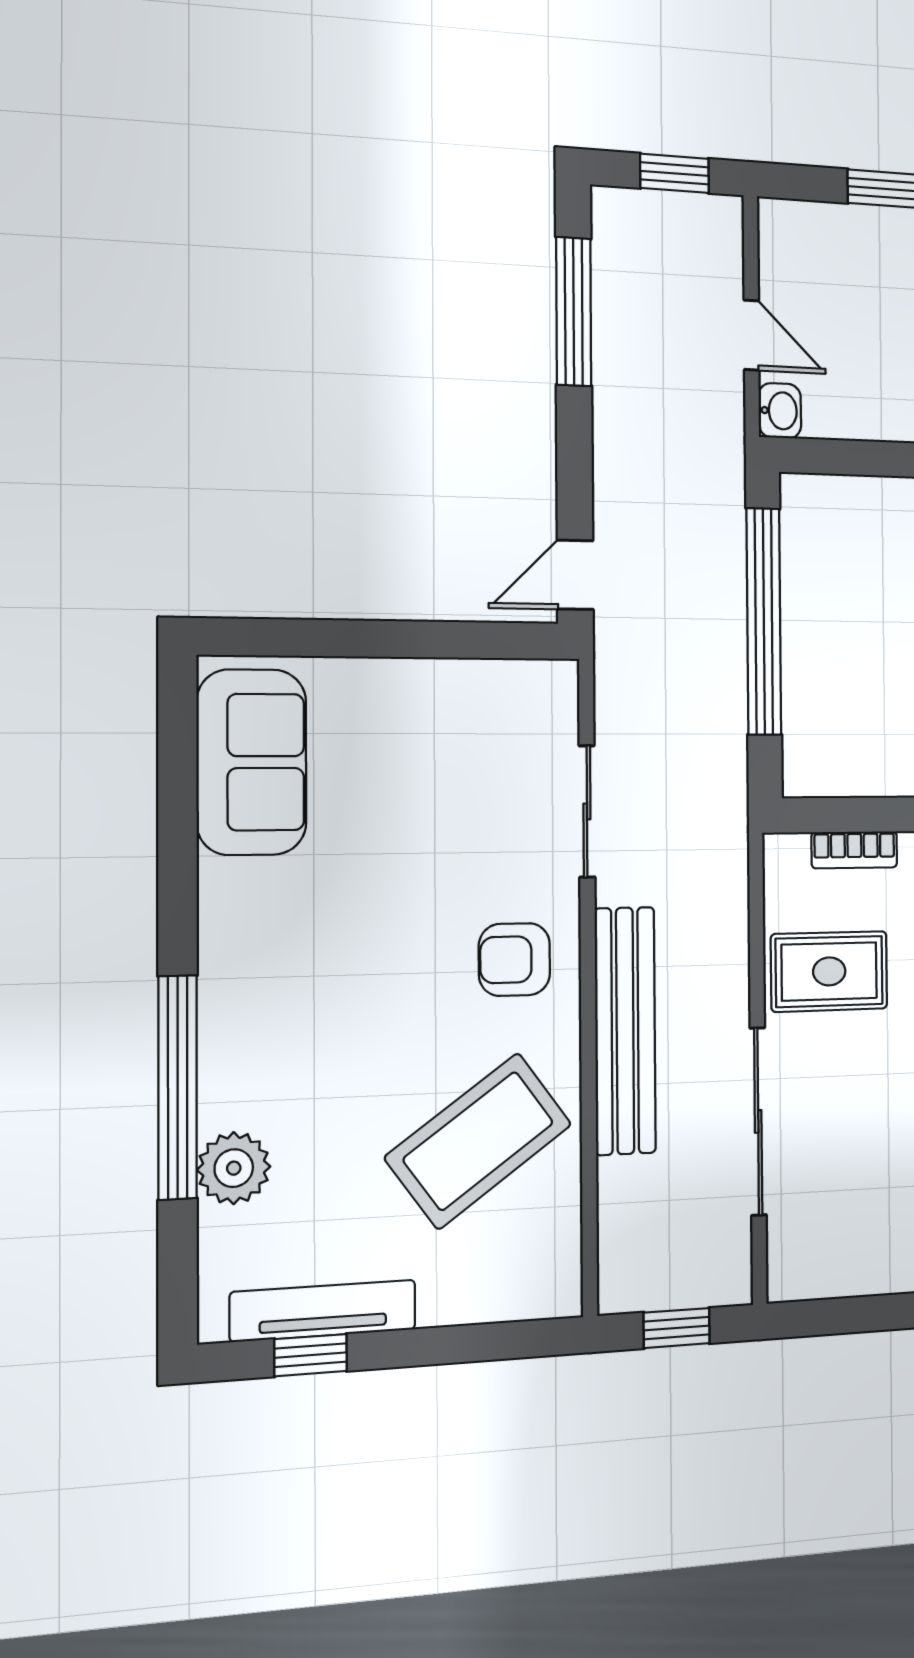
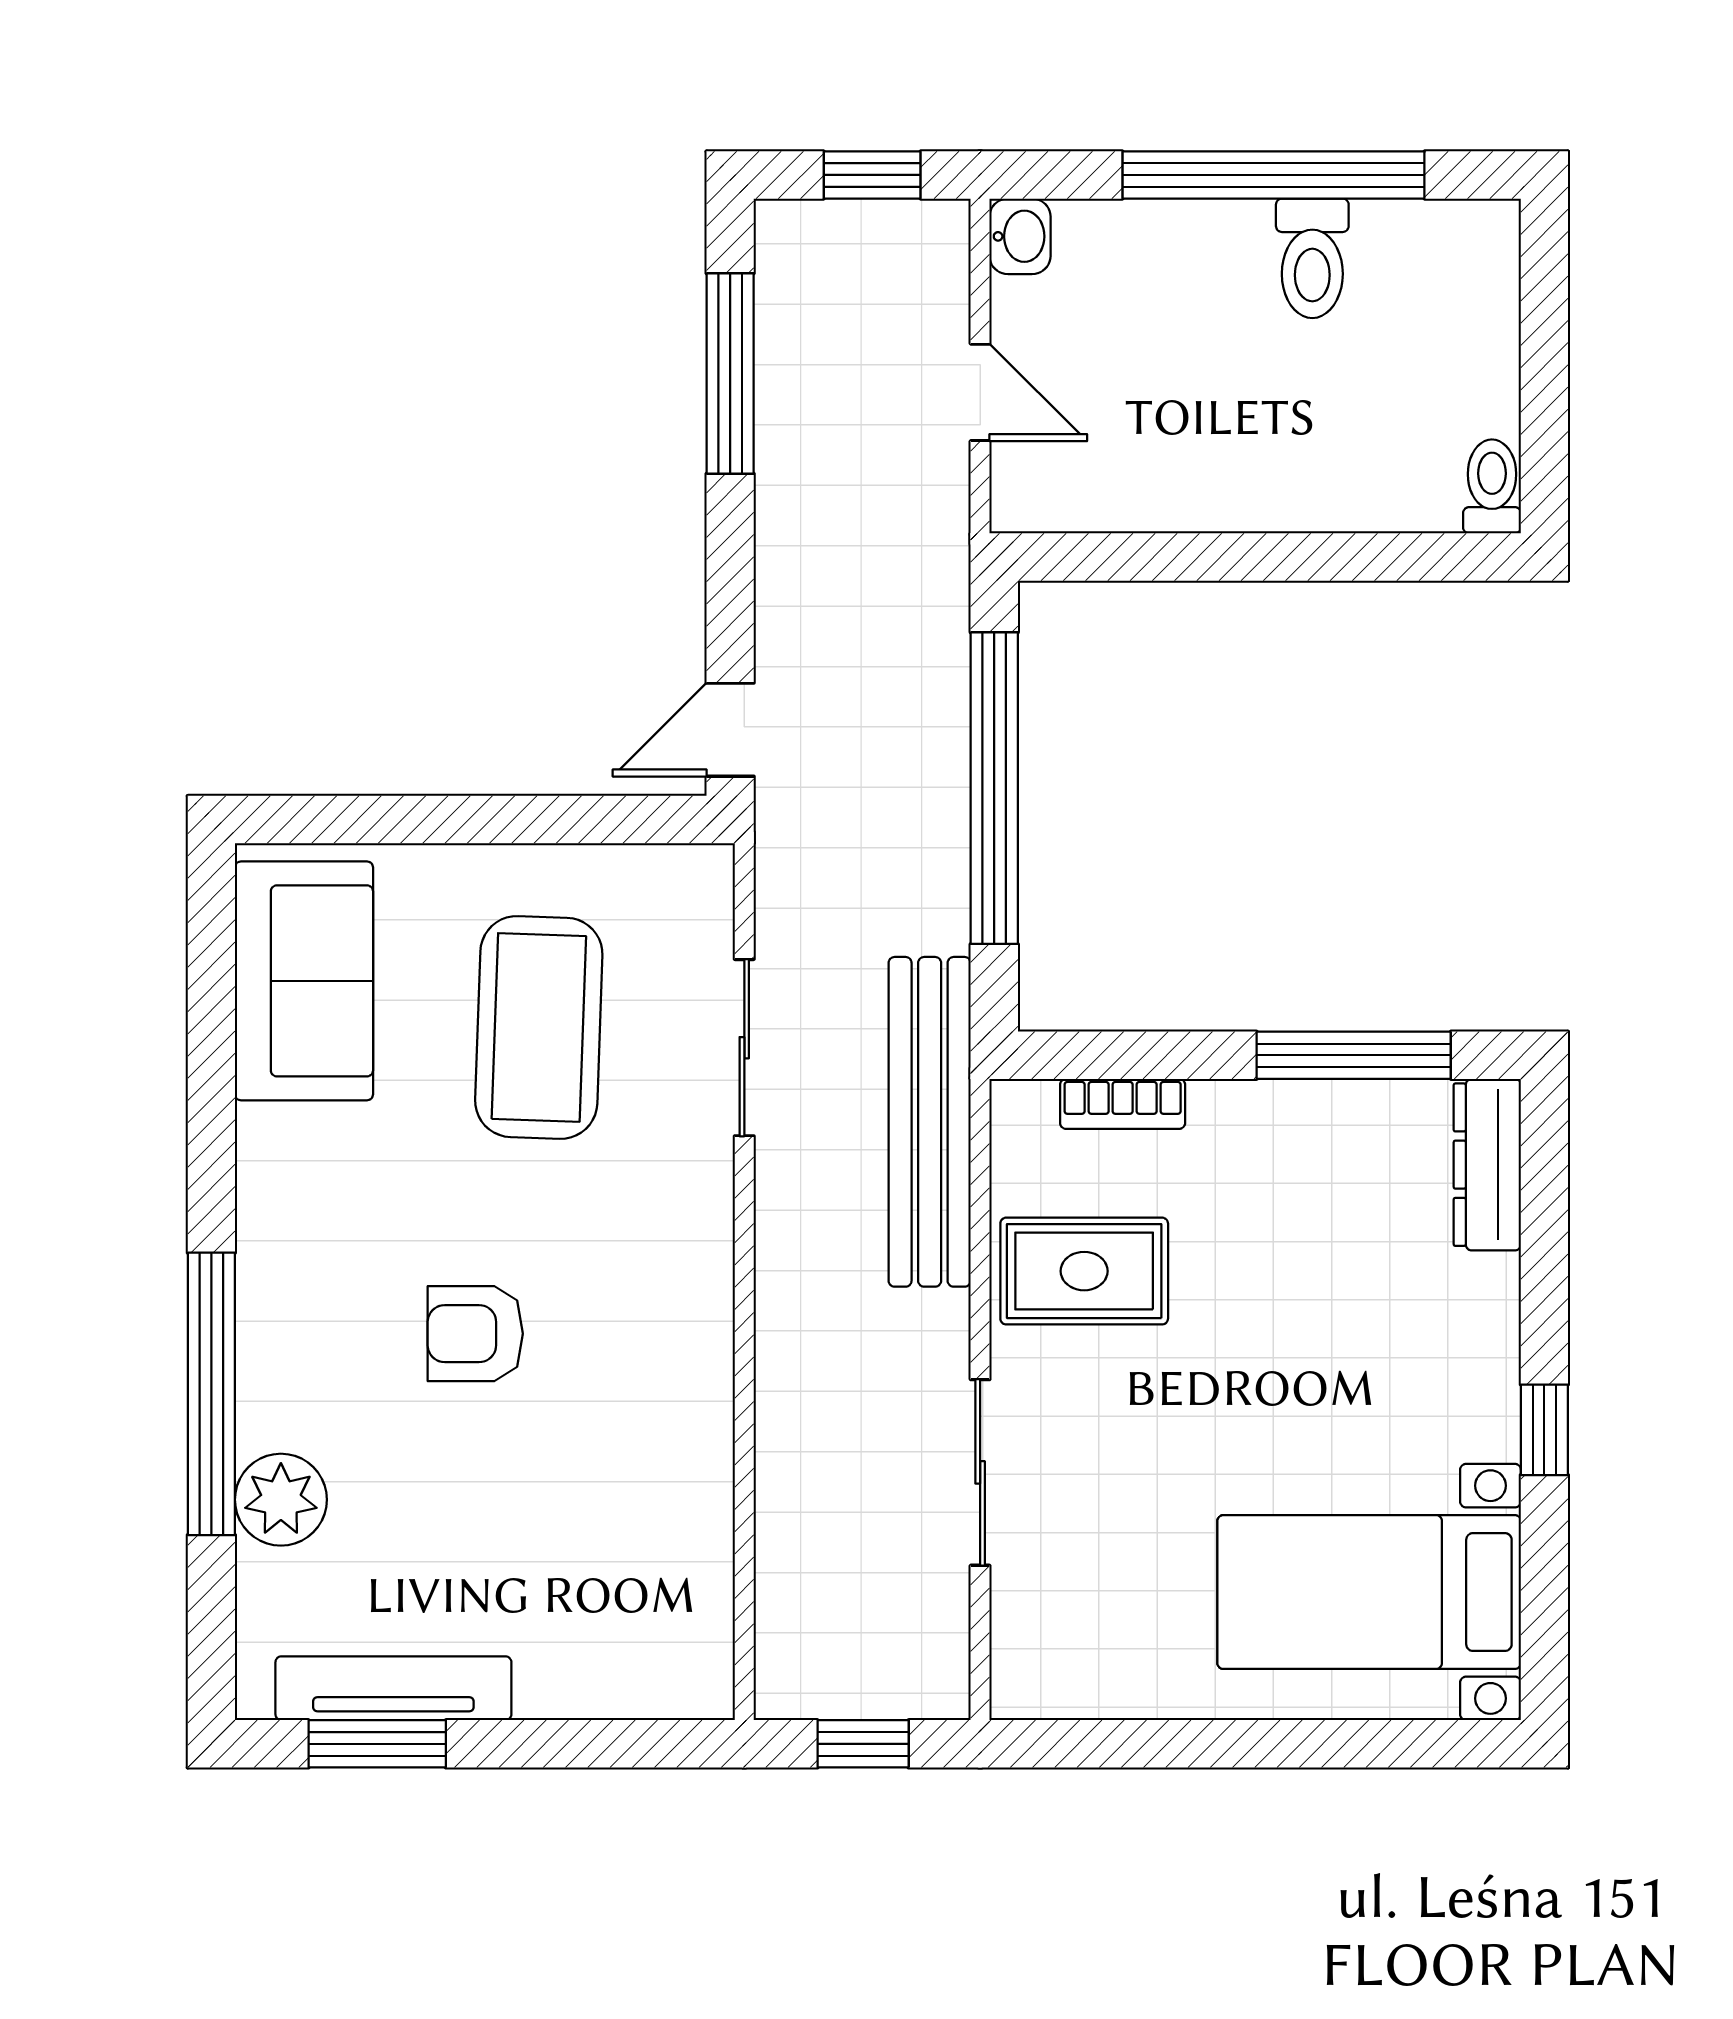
washbasin: (780, 411) -> (1020, 236), moved
armchair: (514, 960) -> (475, 1334), moved
bench: (625, 1031) -> (930, 1122), moved
sliding door: (758, 1121) -> (980, 1472), width x0.73
coffee table: (478, 1141) -> (539, 1027), moved, turned -52
window: (311, 1355) -> (377, 1744), width x1.50

